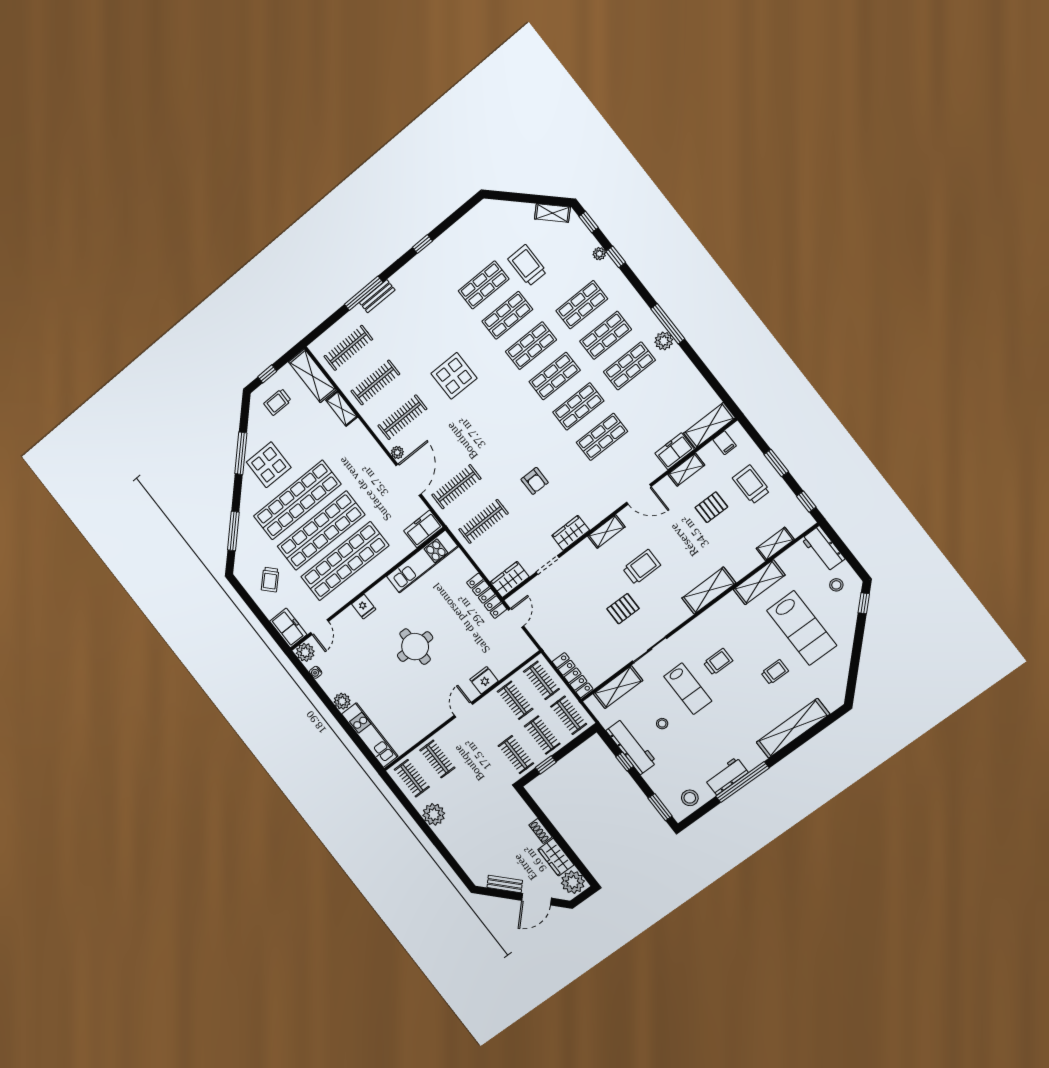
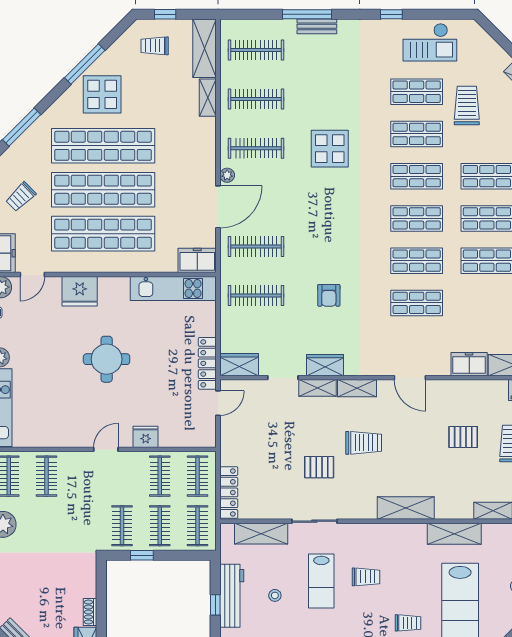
checkout: (465, 241) -> (430, 42), added
shelving: (686, 470) -> (317, 388), moved
fridge: (364, 607) -> (80, 291), width x1.88, depth x1.34

